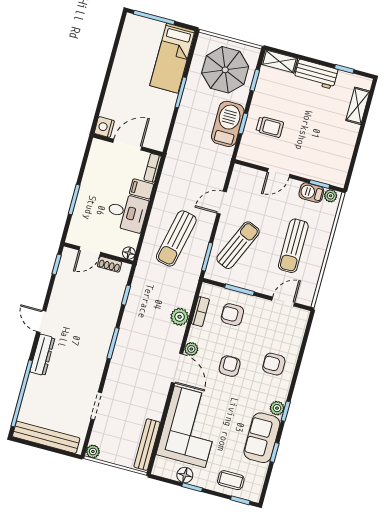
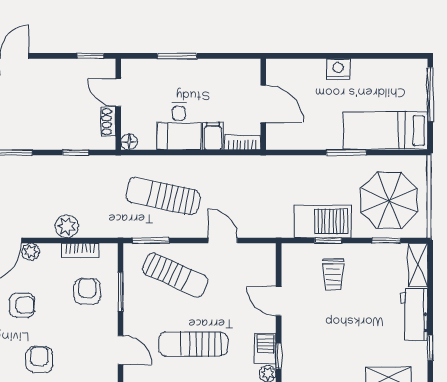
nightstand: (104, 127) -> (338, 69), moved

